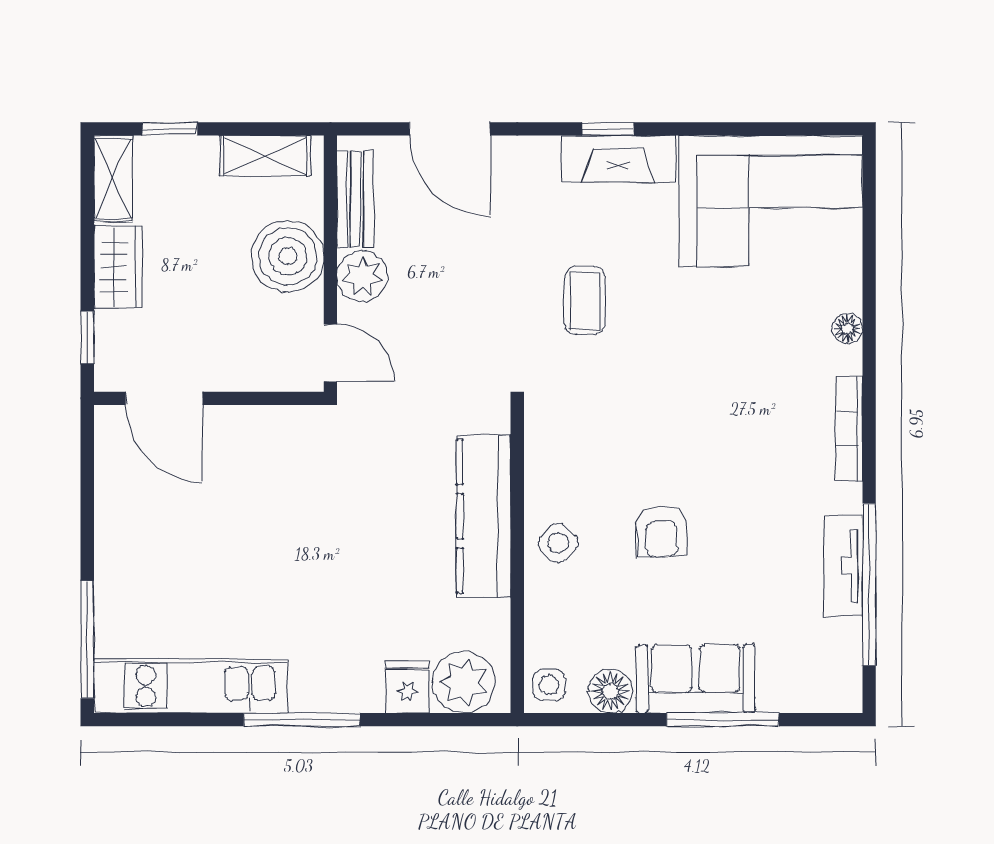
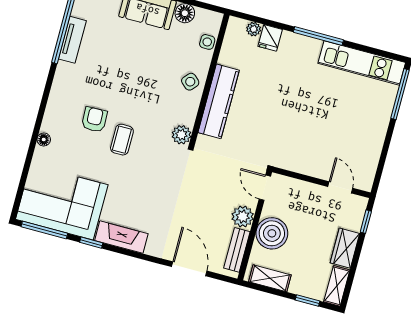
window: (608, 129) -> (91, 243), moved
window: (793, 129) -> (44, 230), added
coffee table: (585, 301) -> (122, 140), moved
door: (164, 398) -> (340, 187), width x0.73
plant: (546, 421) -> (181, 135), added
bookcase: (849, 429) -> (54, 97), removed
armchair: (661, 532) -> (94, 119), moved
plant: (464, 682) -> (254, 29), width x0.53, depth x0.53
side table: (549, 685) -> (207, 42), moved

